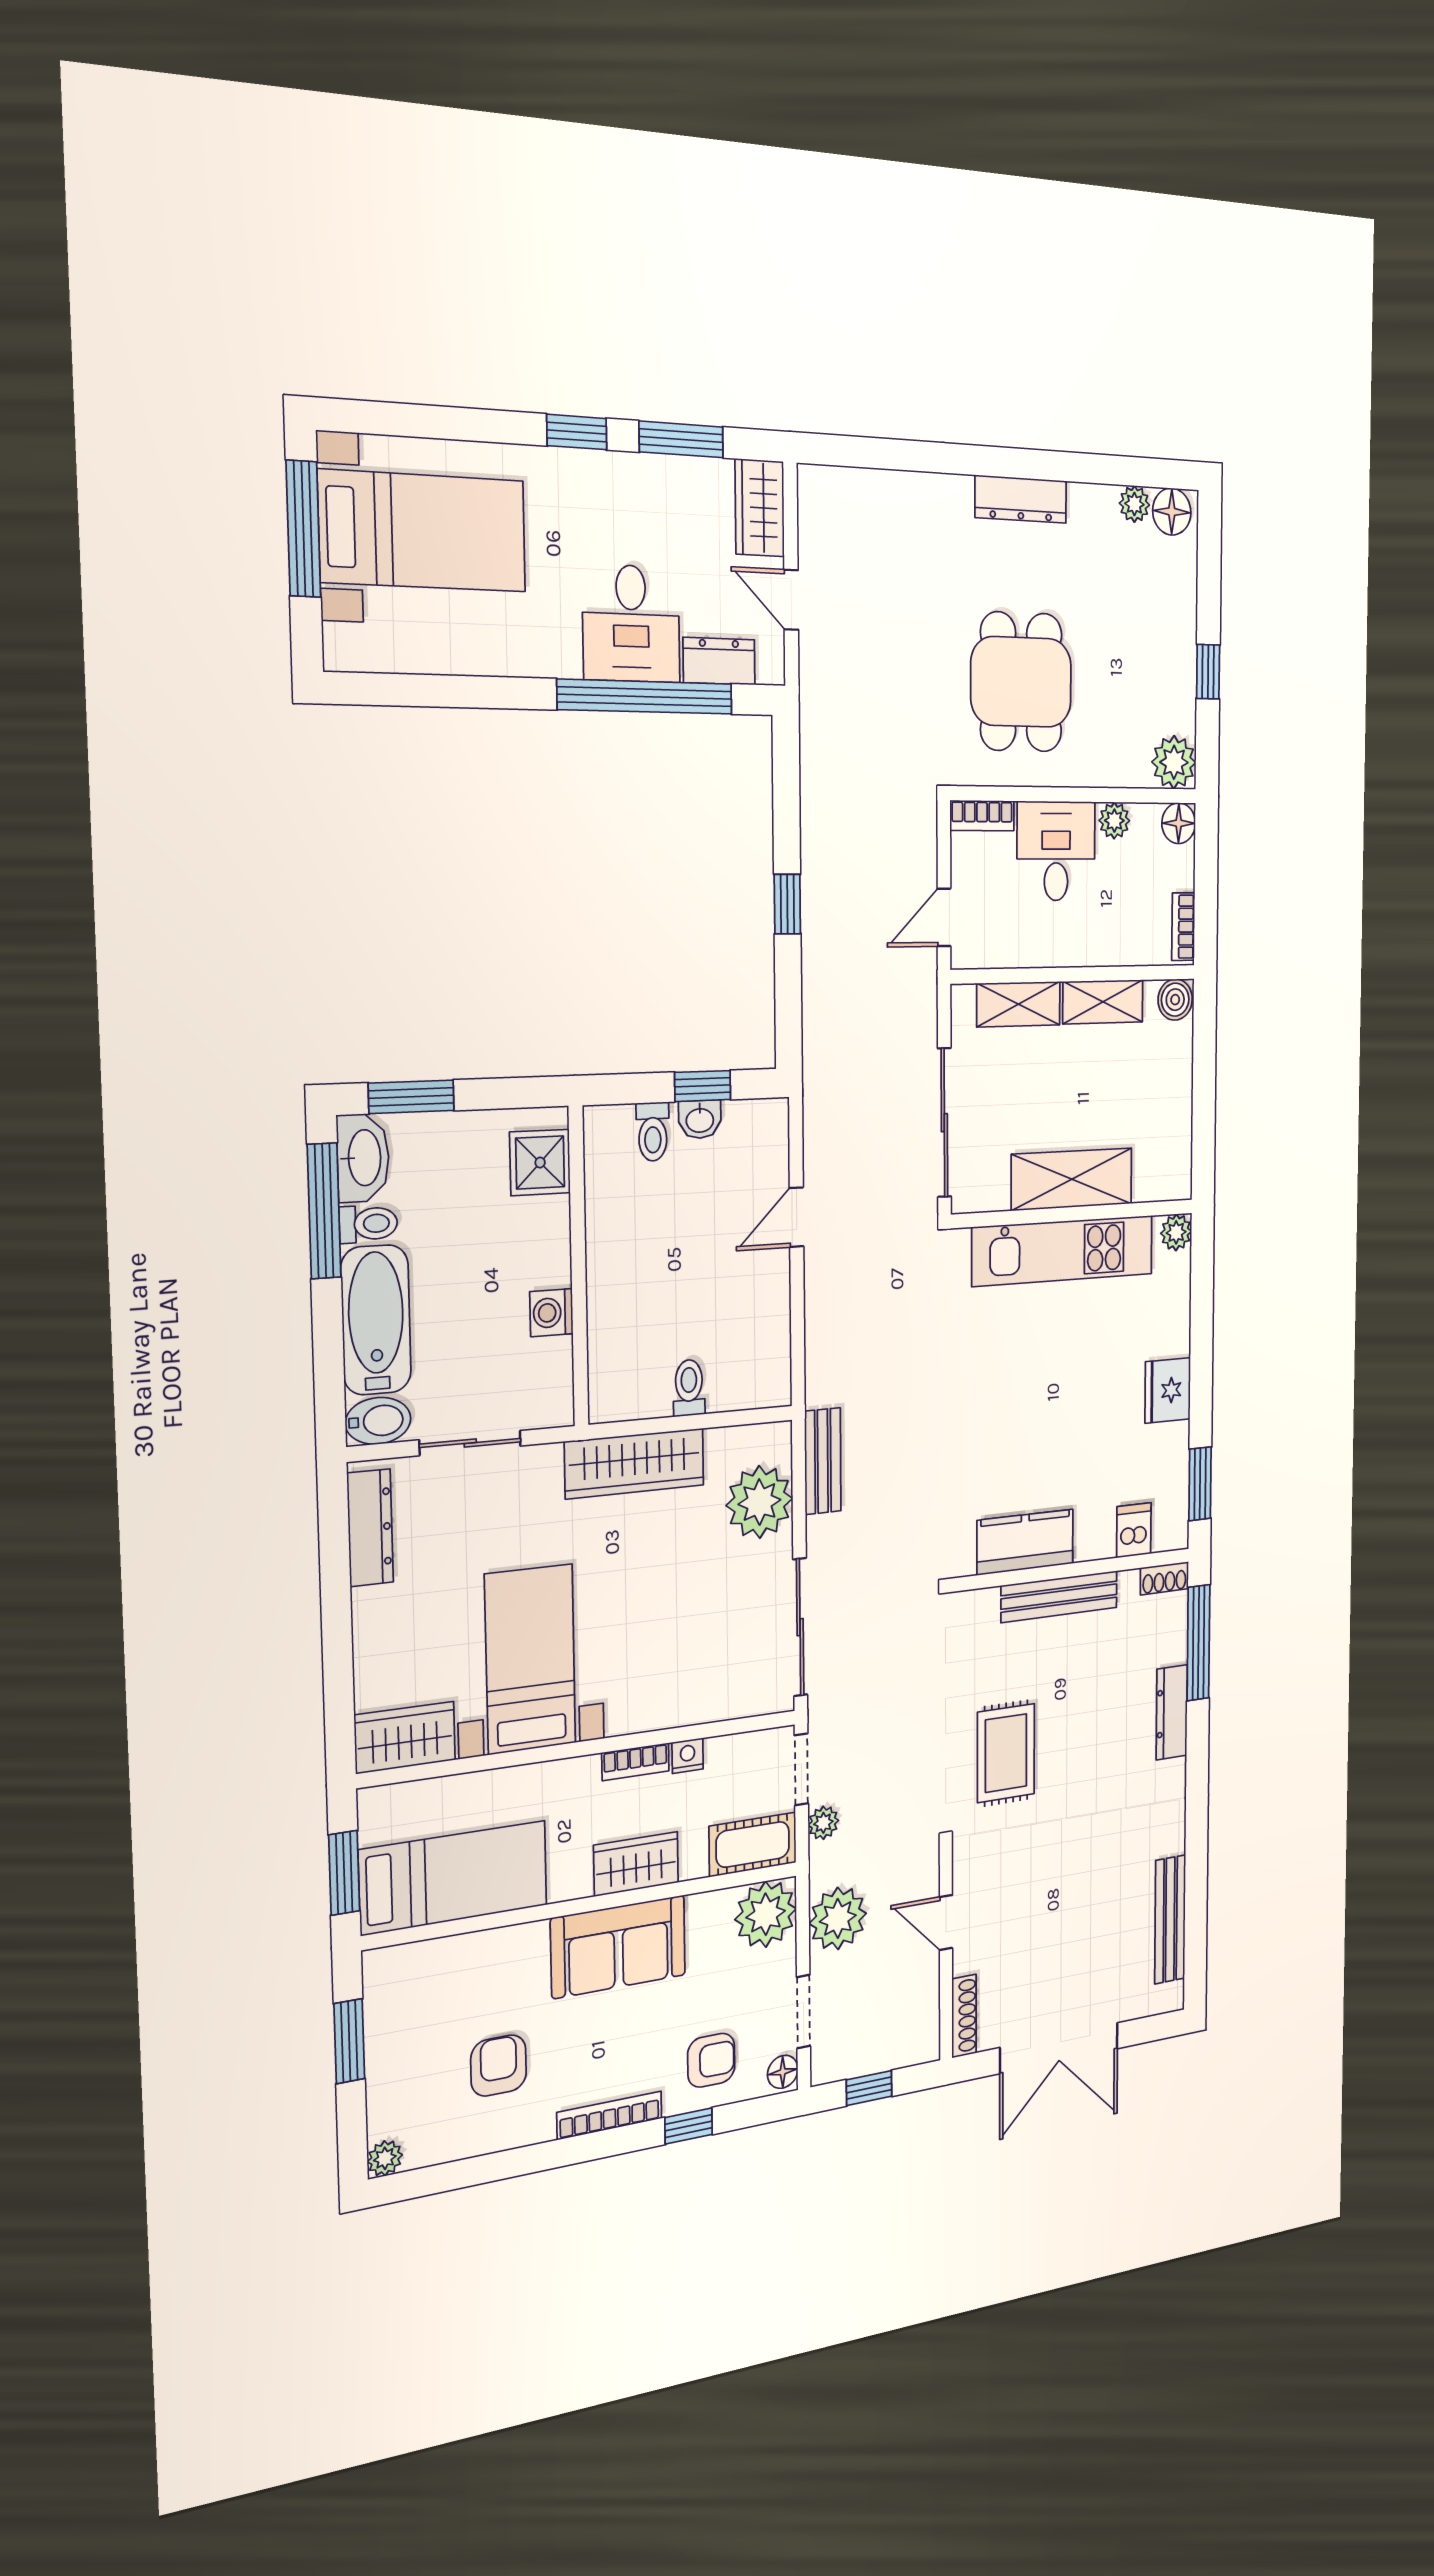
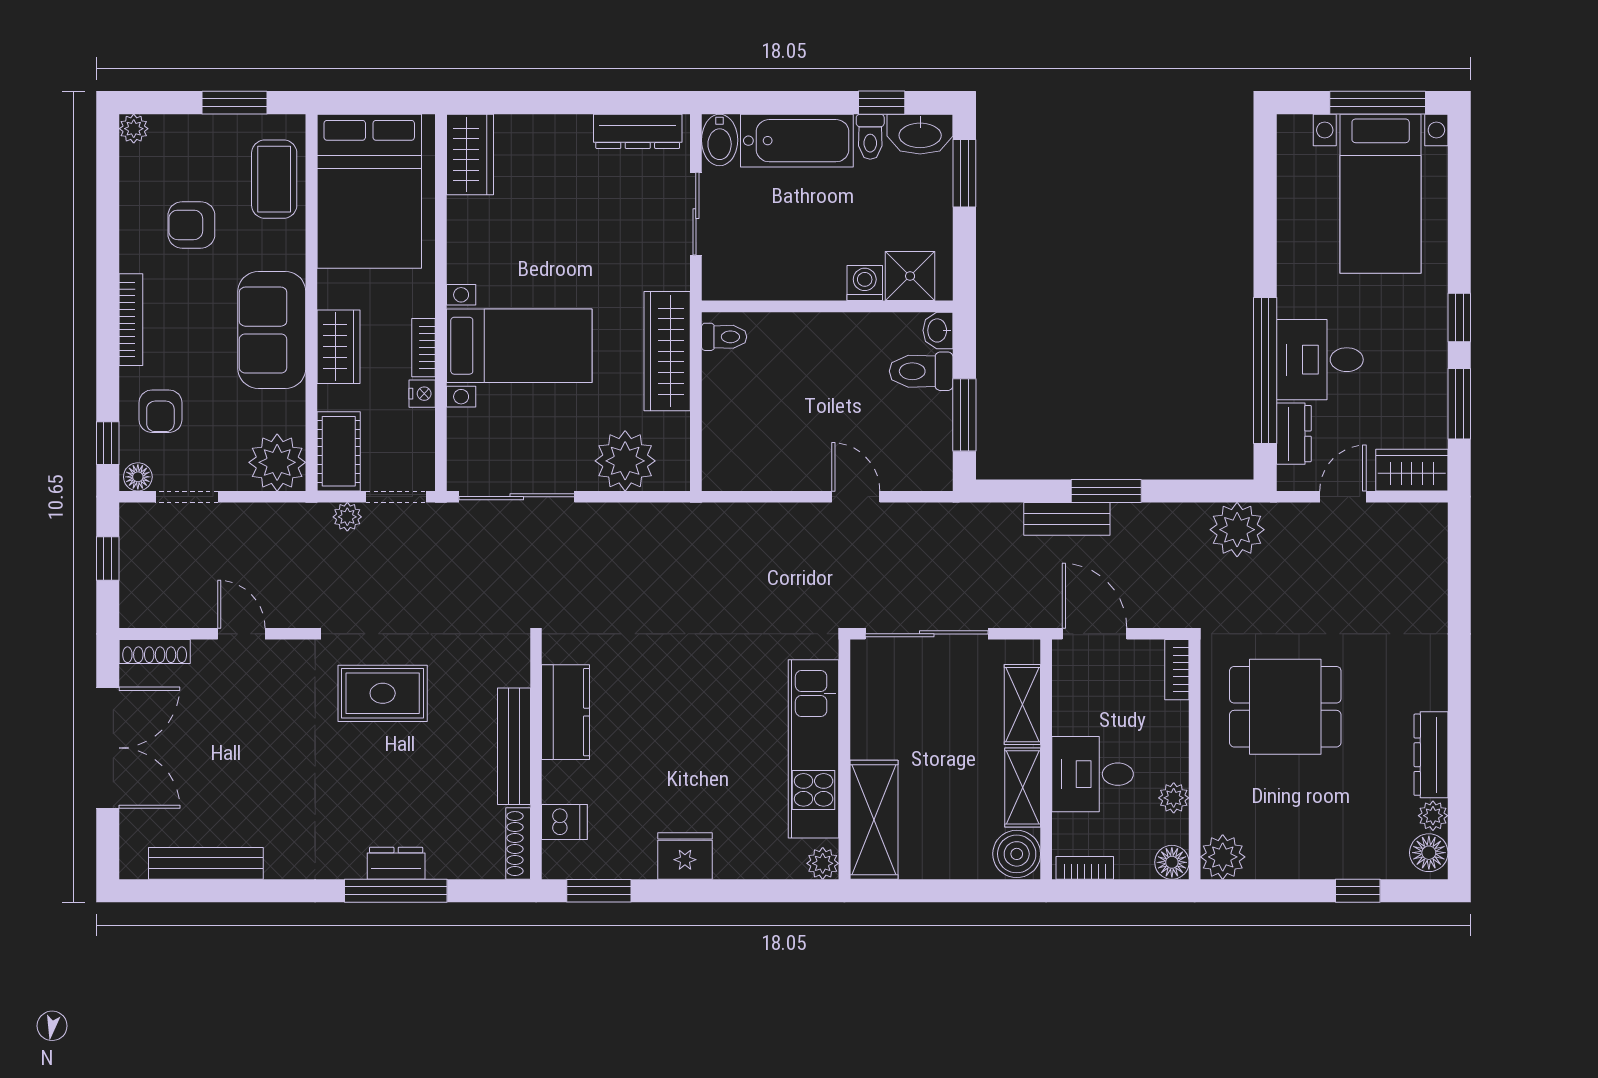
dresser: (1021, 499) -> (1431, 755), moved
window: (1208, 672) -> (1358, 891), moved
desk: (1056, 851) -> (1093, 774), moved, turned 180
window: (787, 904) -> (1106, 491), width x1.50
door: (944, 917) -> (1095, 634), width x1.38
boiler: (1175, 1000) -> (1017, 854), width x1.36, depth x1.36
window: (703, 1086) -> (964, 415), width x1.50
washbasin: (700, 1119) -> (938, 330), moved
toilet: (653, 1132) -> (921, 371), width x1.37, depth x1.39
shelving: (1072, 1179) -> (874, 820), moved
window: (324, 1211) -> (882, 103), width x0.46
washing machine: (551, 1313) -> (865, 283), moved
toilet: (689, 1388) -> (724, 337), moved
bench: (823, 1461) -> (1067, 519), moved
shoe rack: (1164, 1578) -> (518, 844), width x1.43
window: (1198, 1643) -> (396, 891), moved
bed with nightstands: (530, 1659) -> (519, 346), moved
dresser: (1172, 1712) -> (396, 863), width x0.70
window: (344, 1873) -> (370, 103), removed
bed: (454, 1878) -> (369, 191), width x1.50
plant: (838, 1918) -> (1237, 530), moved
door: (946, 1923) -> (241, 634), hinge flipped
coffee table: (441, 1975) -> (274, 179), added
double door: (1059, 2048) -> (108, 748), swing flipped
armchair: (499, 2066) -> (191, 225), turned 180
window: (689, 2126) -> (108, 443), moved

